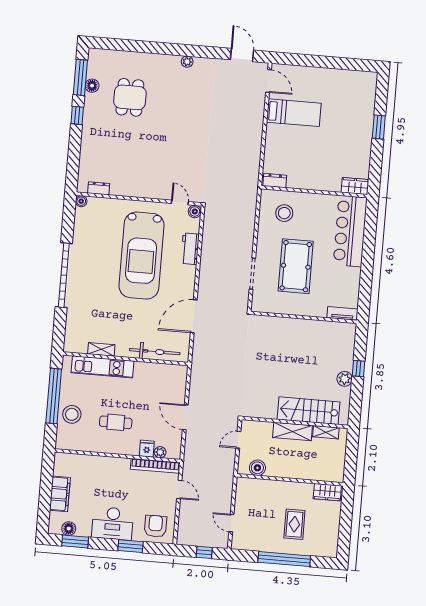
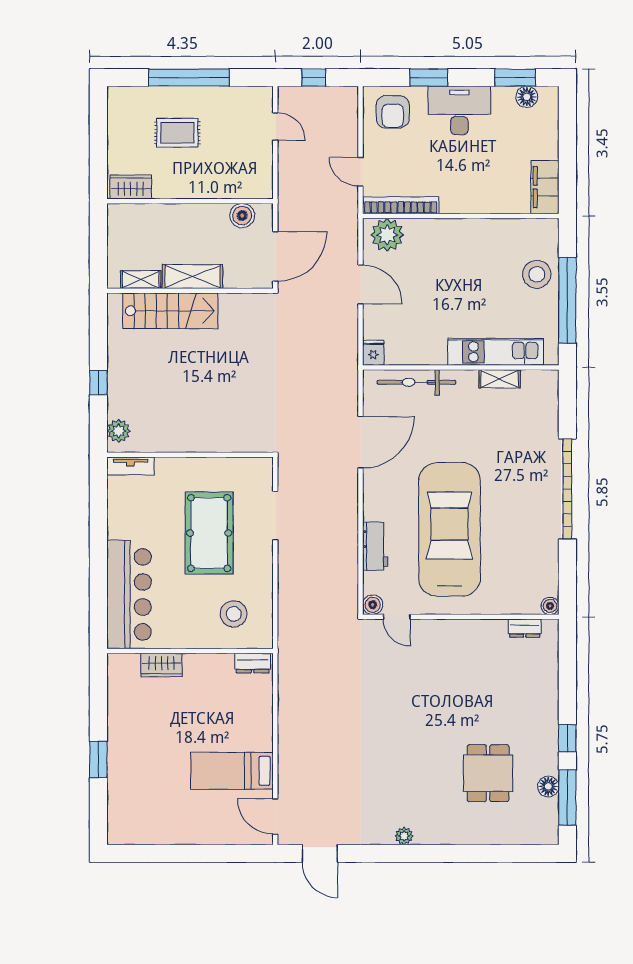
wardrobe: (355, 186) -> (161, 665), moved
plant: (345, 379) -> (119, 431), moved
cafe table: (116, 422) -> (468, 268), removed
door: (238, 440) -> (275, 256), width x1.87
fridge: (147, 449) -> (373, 353), moved, turned 180
plant: (160, 452) -> (387, 235), width x1.87, depth x1.87
filing cabinet: (60, 494) -> (545, 187), moved
rug: (294, 524) -> (177, 133), turned 90

